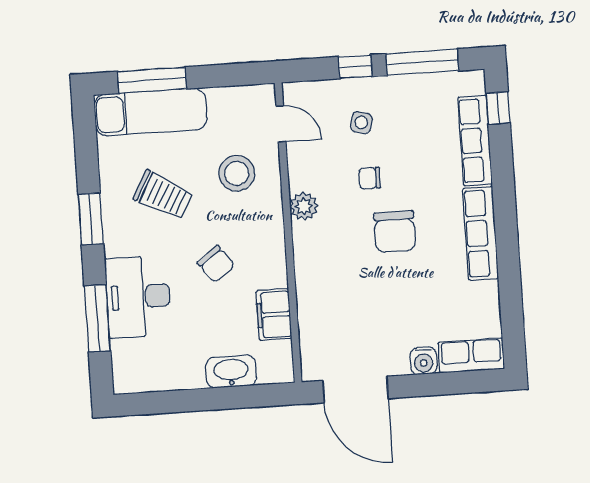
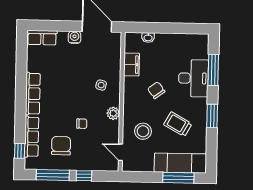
side table: (361, 123) -> (101, 85), moved
chair: (395, 232) -> (61, 146), moved
water cooler: (424, 361) -> (75, 37), moved
washbasin: (231, 372) -> (148, 38), width x0.52, depth x0.69

